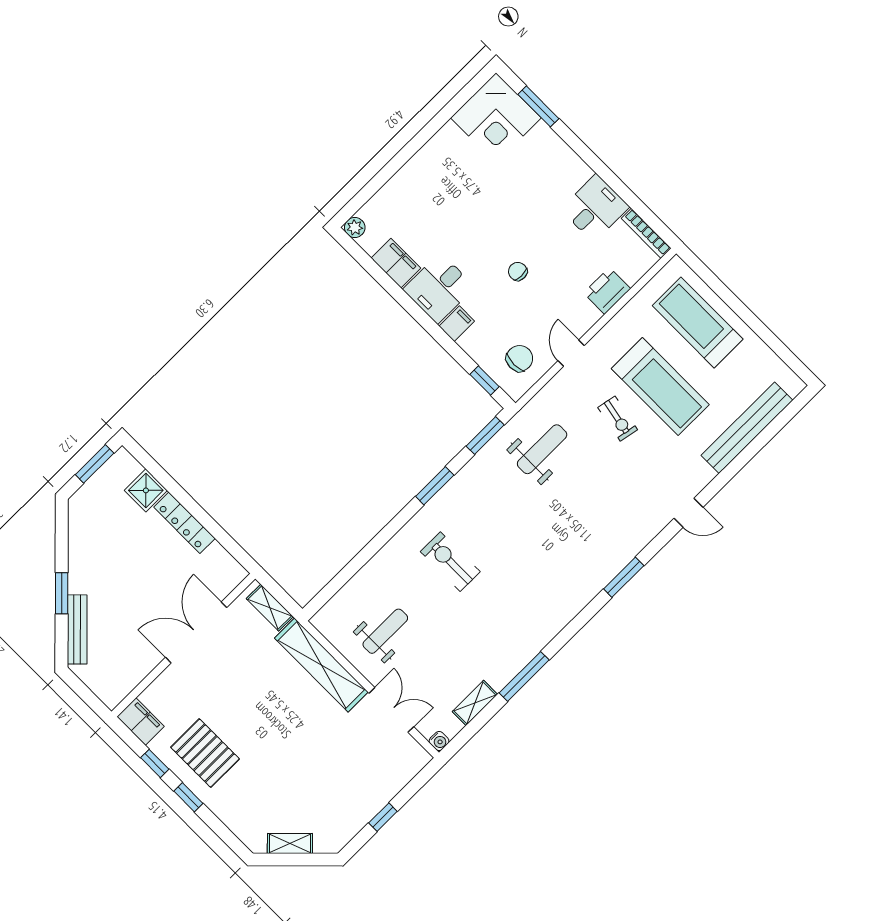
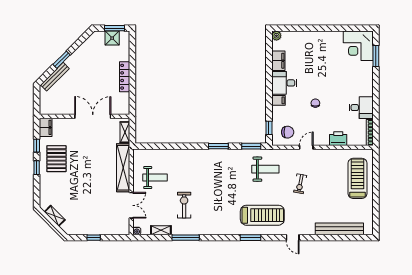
treadmill: (660, 387) -> (262, 215), moved, turned -90
shower: (146, 490) -> (112, 38), moved
exercise bike: (450, 562) -> (184, 205), moved

